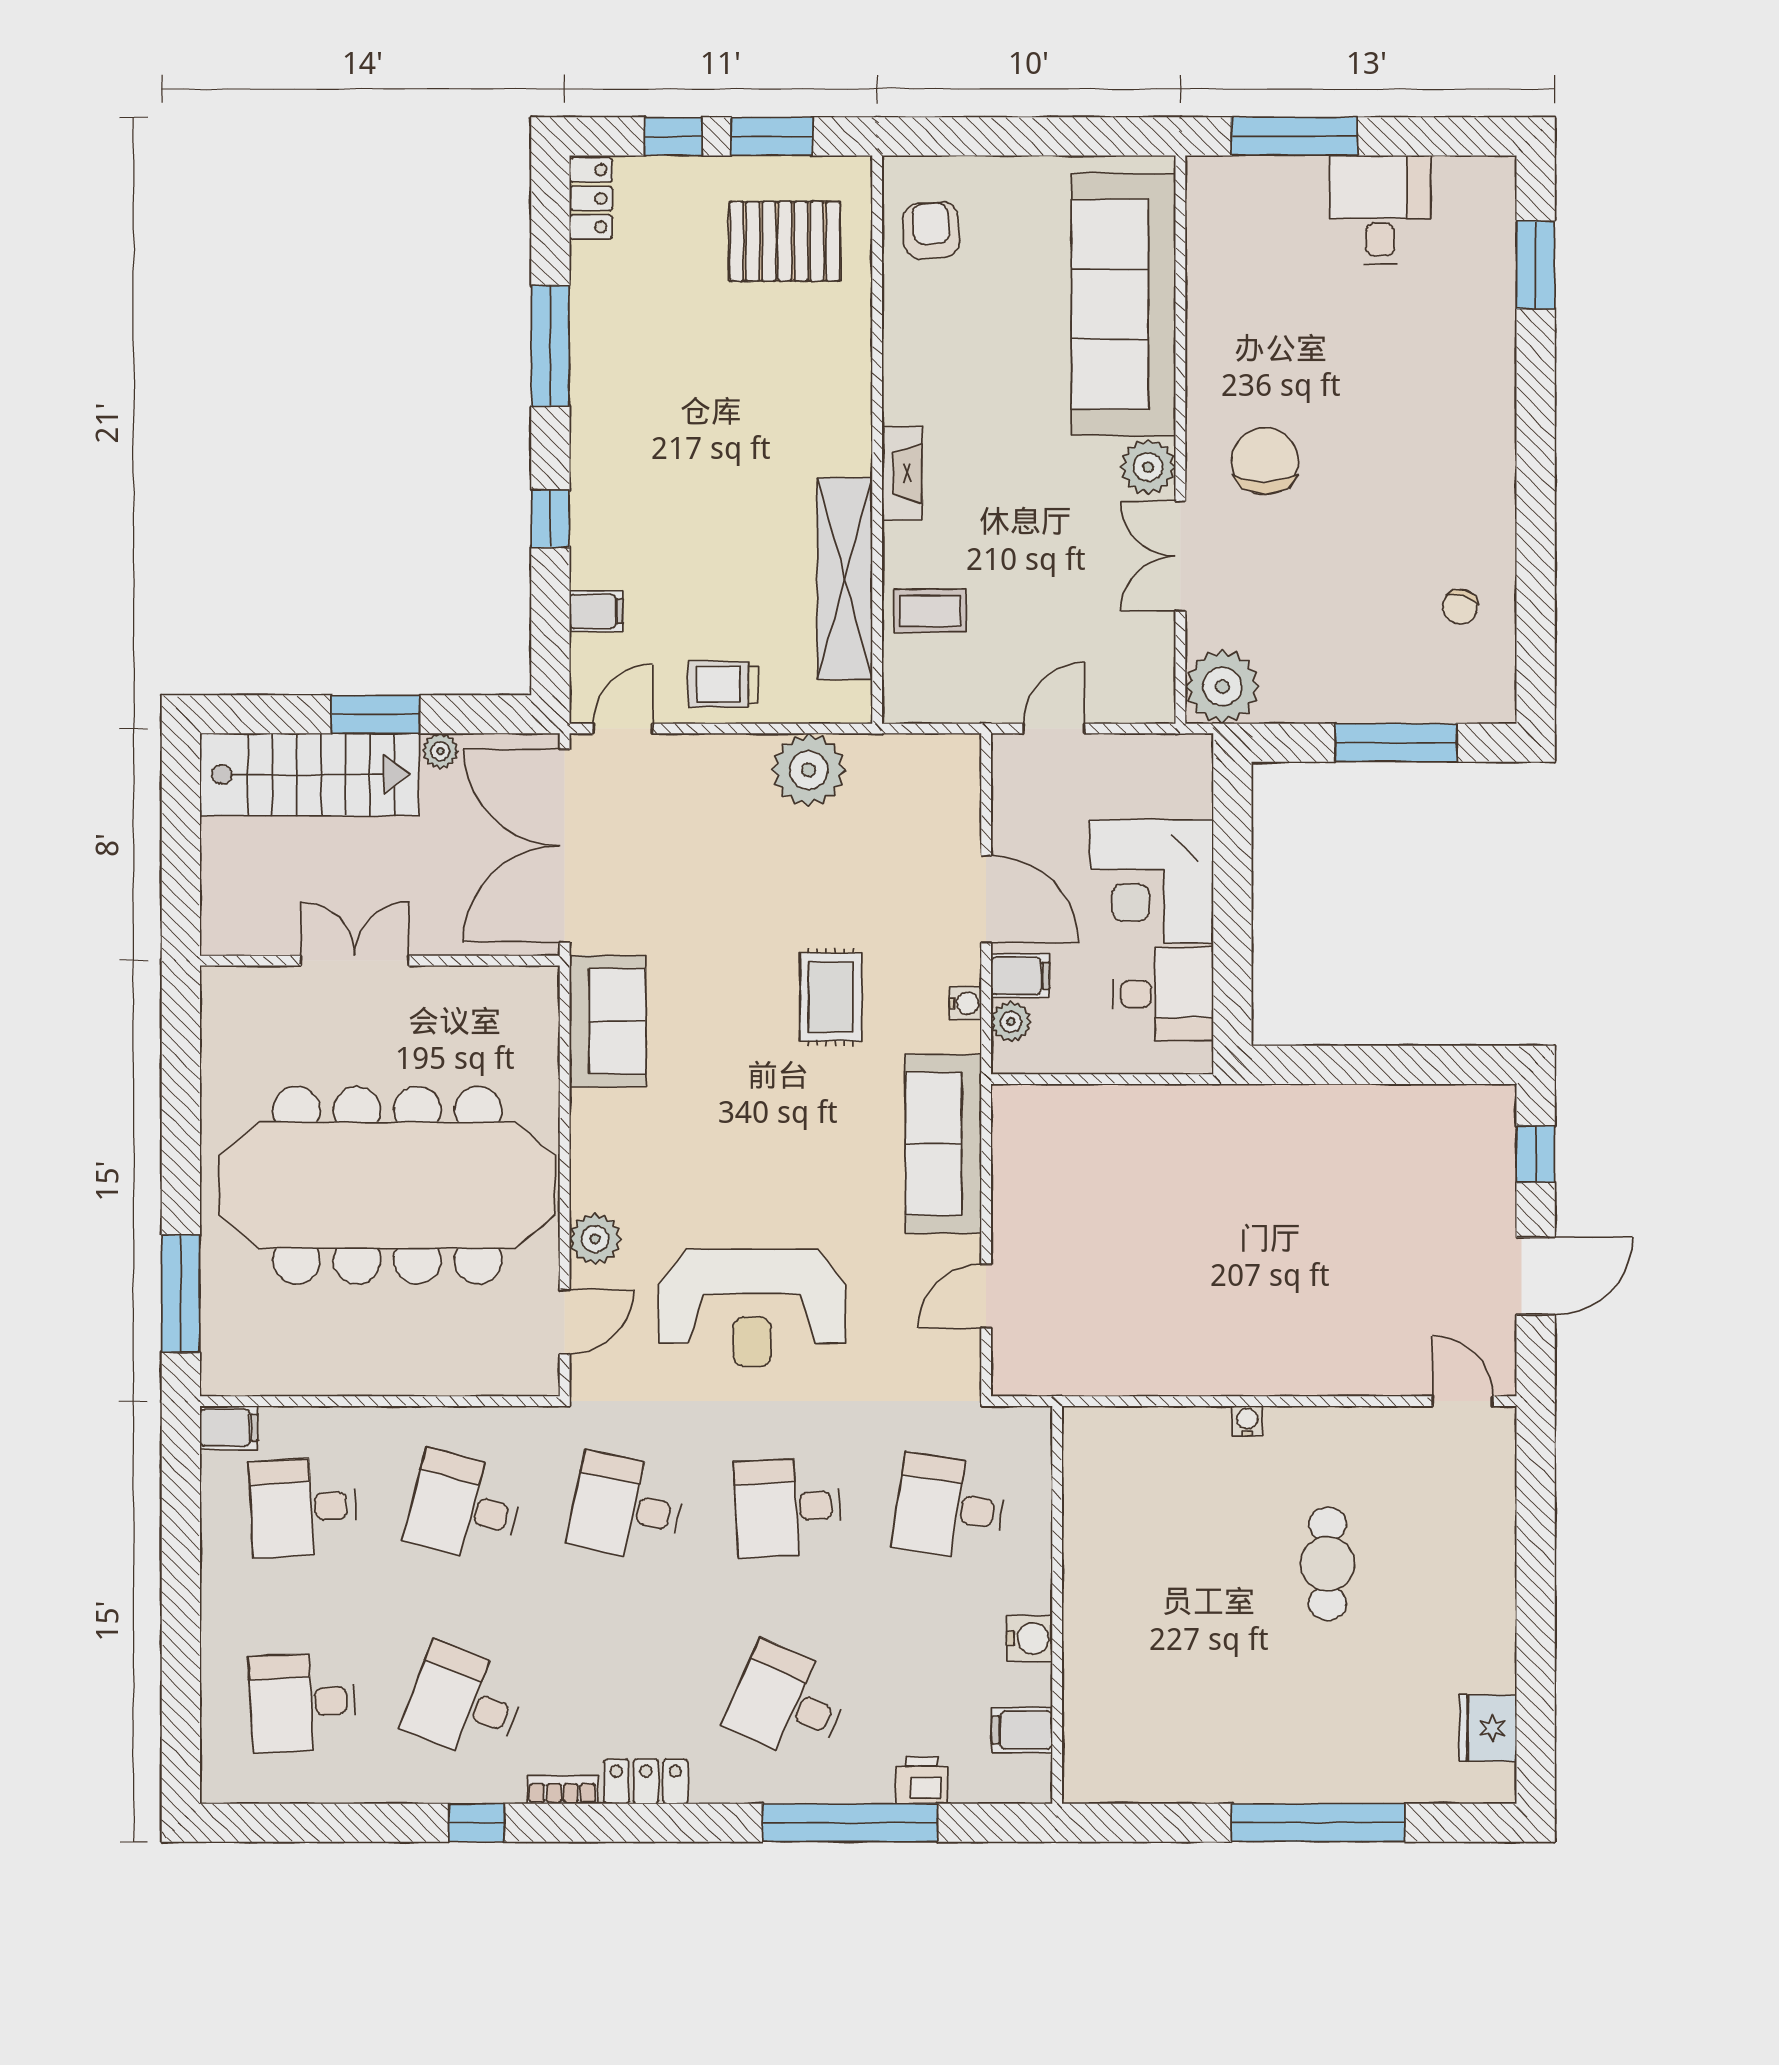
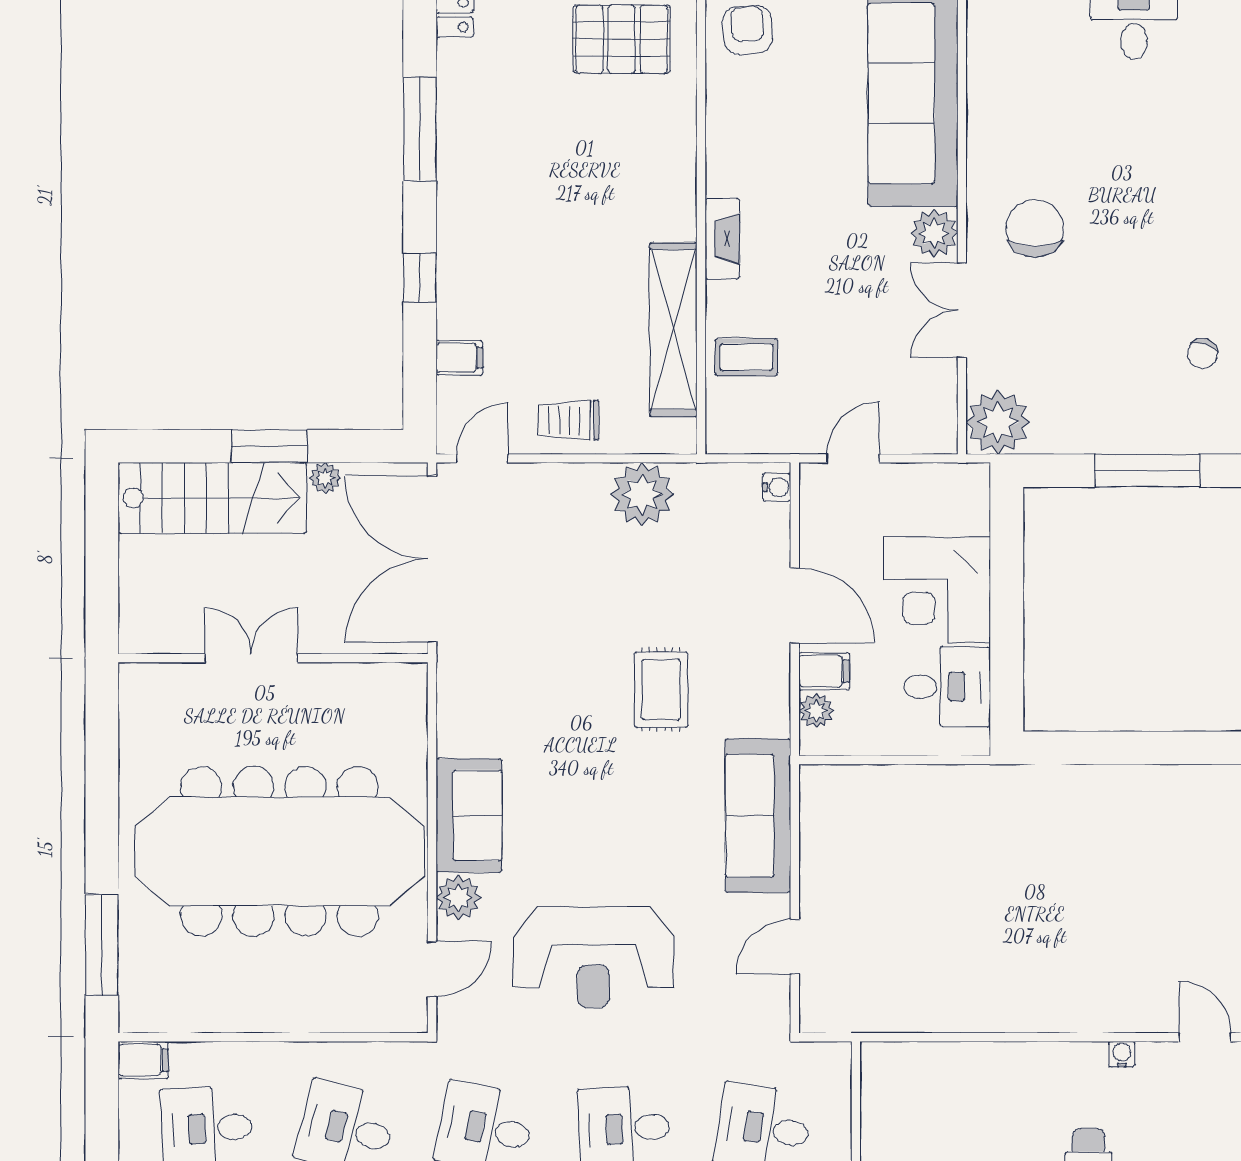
water cooler: (965, 1003) -> (777, 487), moved
sofa: (607, 1021) -> (469, 815), moved
water cooler: (1247, 1421) -> (1122, 1054), moved

